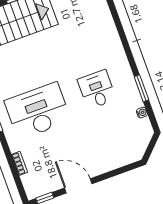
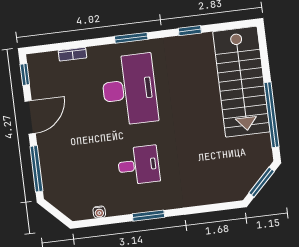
window: (141, 88) -> (148, 216), moved
window: (119, 171) -> (36, 169), added

